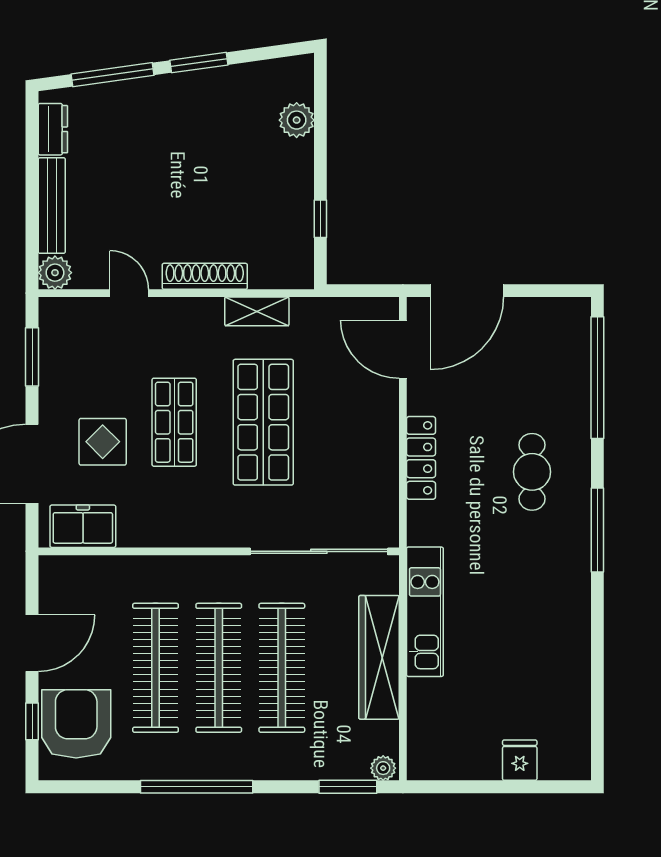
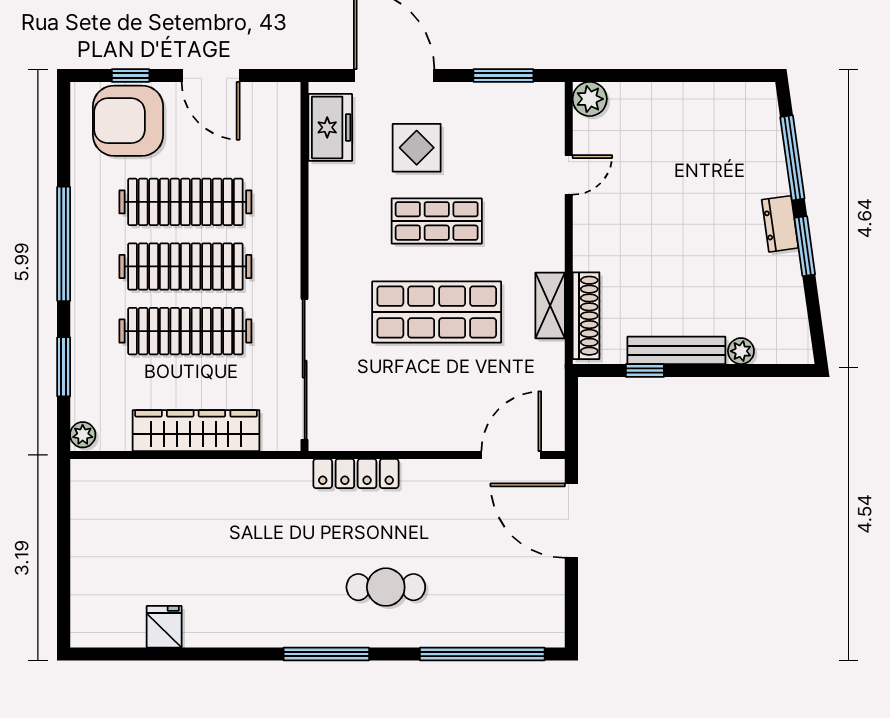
plant: (297, 120) -> (741, 351), width x0.73, depth x0.73
dresser: (53, 129) -> (780, 224), moved, turned 82
bench: (52, 206) -> (676, 350), moved
shoe rack: (205, 276) -> (586, 316), moved
locker: (421, 458) -> (356, 473), moved
kitchen unit: (425, 612) -> (243, 478), removed
armchair: (76, 724) -> (128, 121), turned 180
fridge: (520, 760) -> (164, 627), moved, turned -90
window: (348, 787) -> (64, 367), moved

